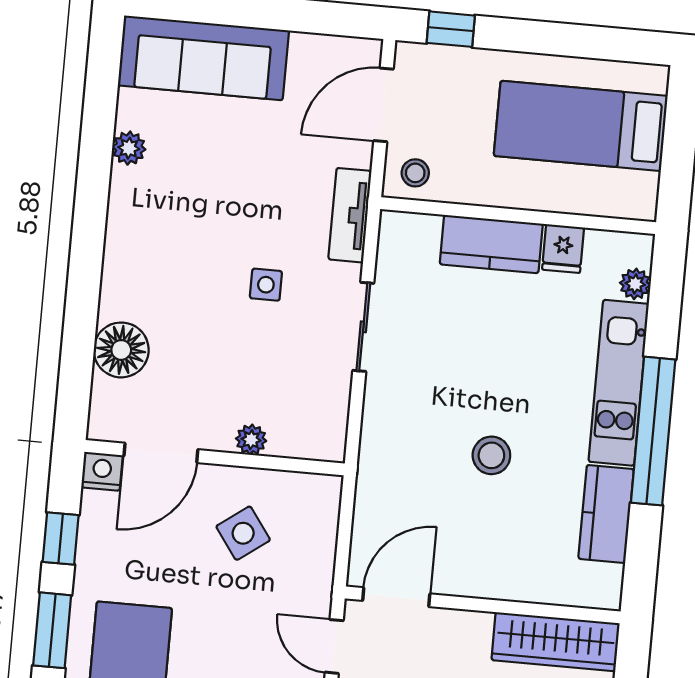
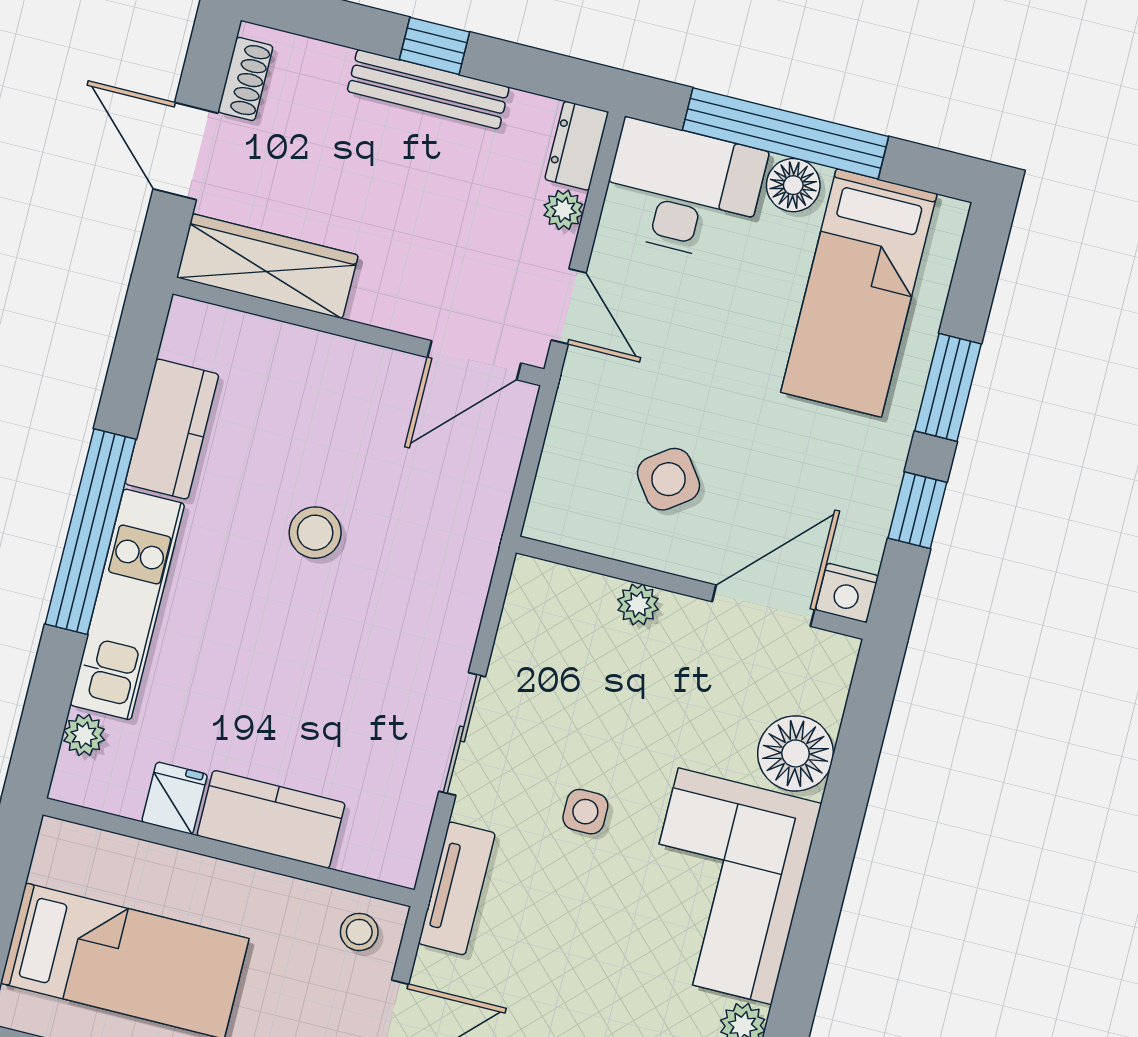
corner sofa: (157, 247) -> (725, 886), added

